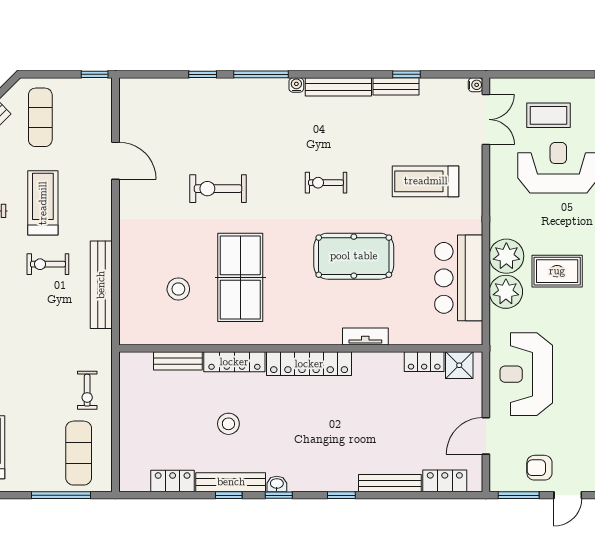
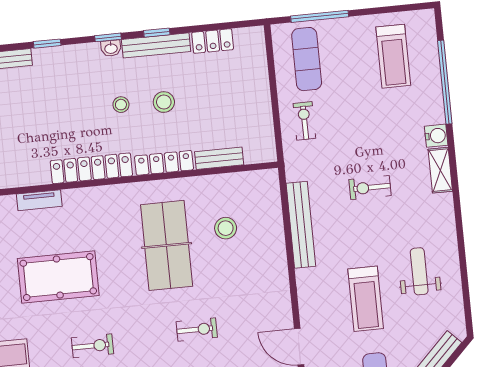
exercise bike: (218, 189) -> (197, 330), width x0.73, depth x0.72
exercise bike: (48, 264) -> (370, 188), moved, turned 180
stool: (272, 426) -> (121, 105), added

